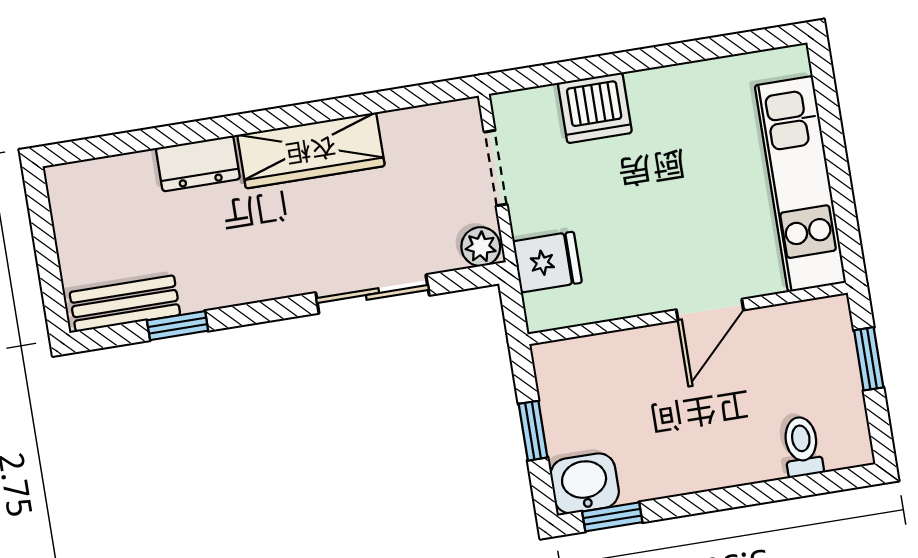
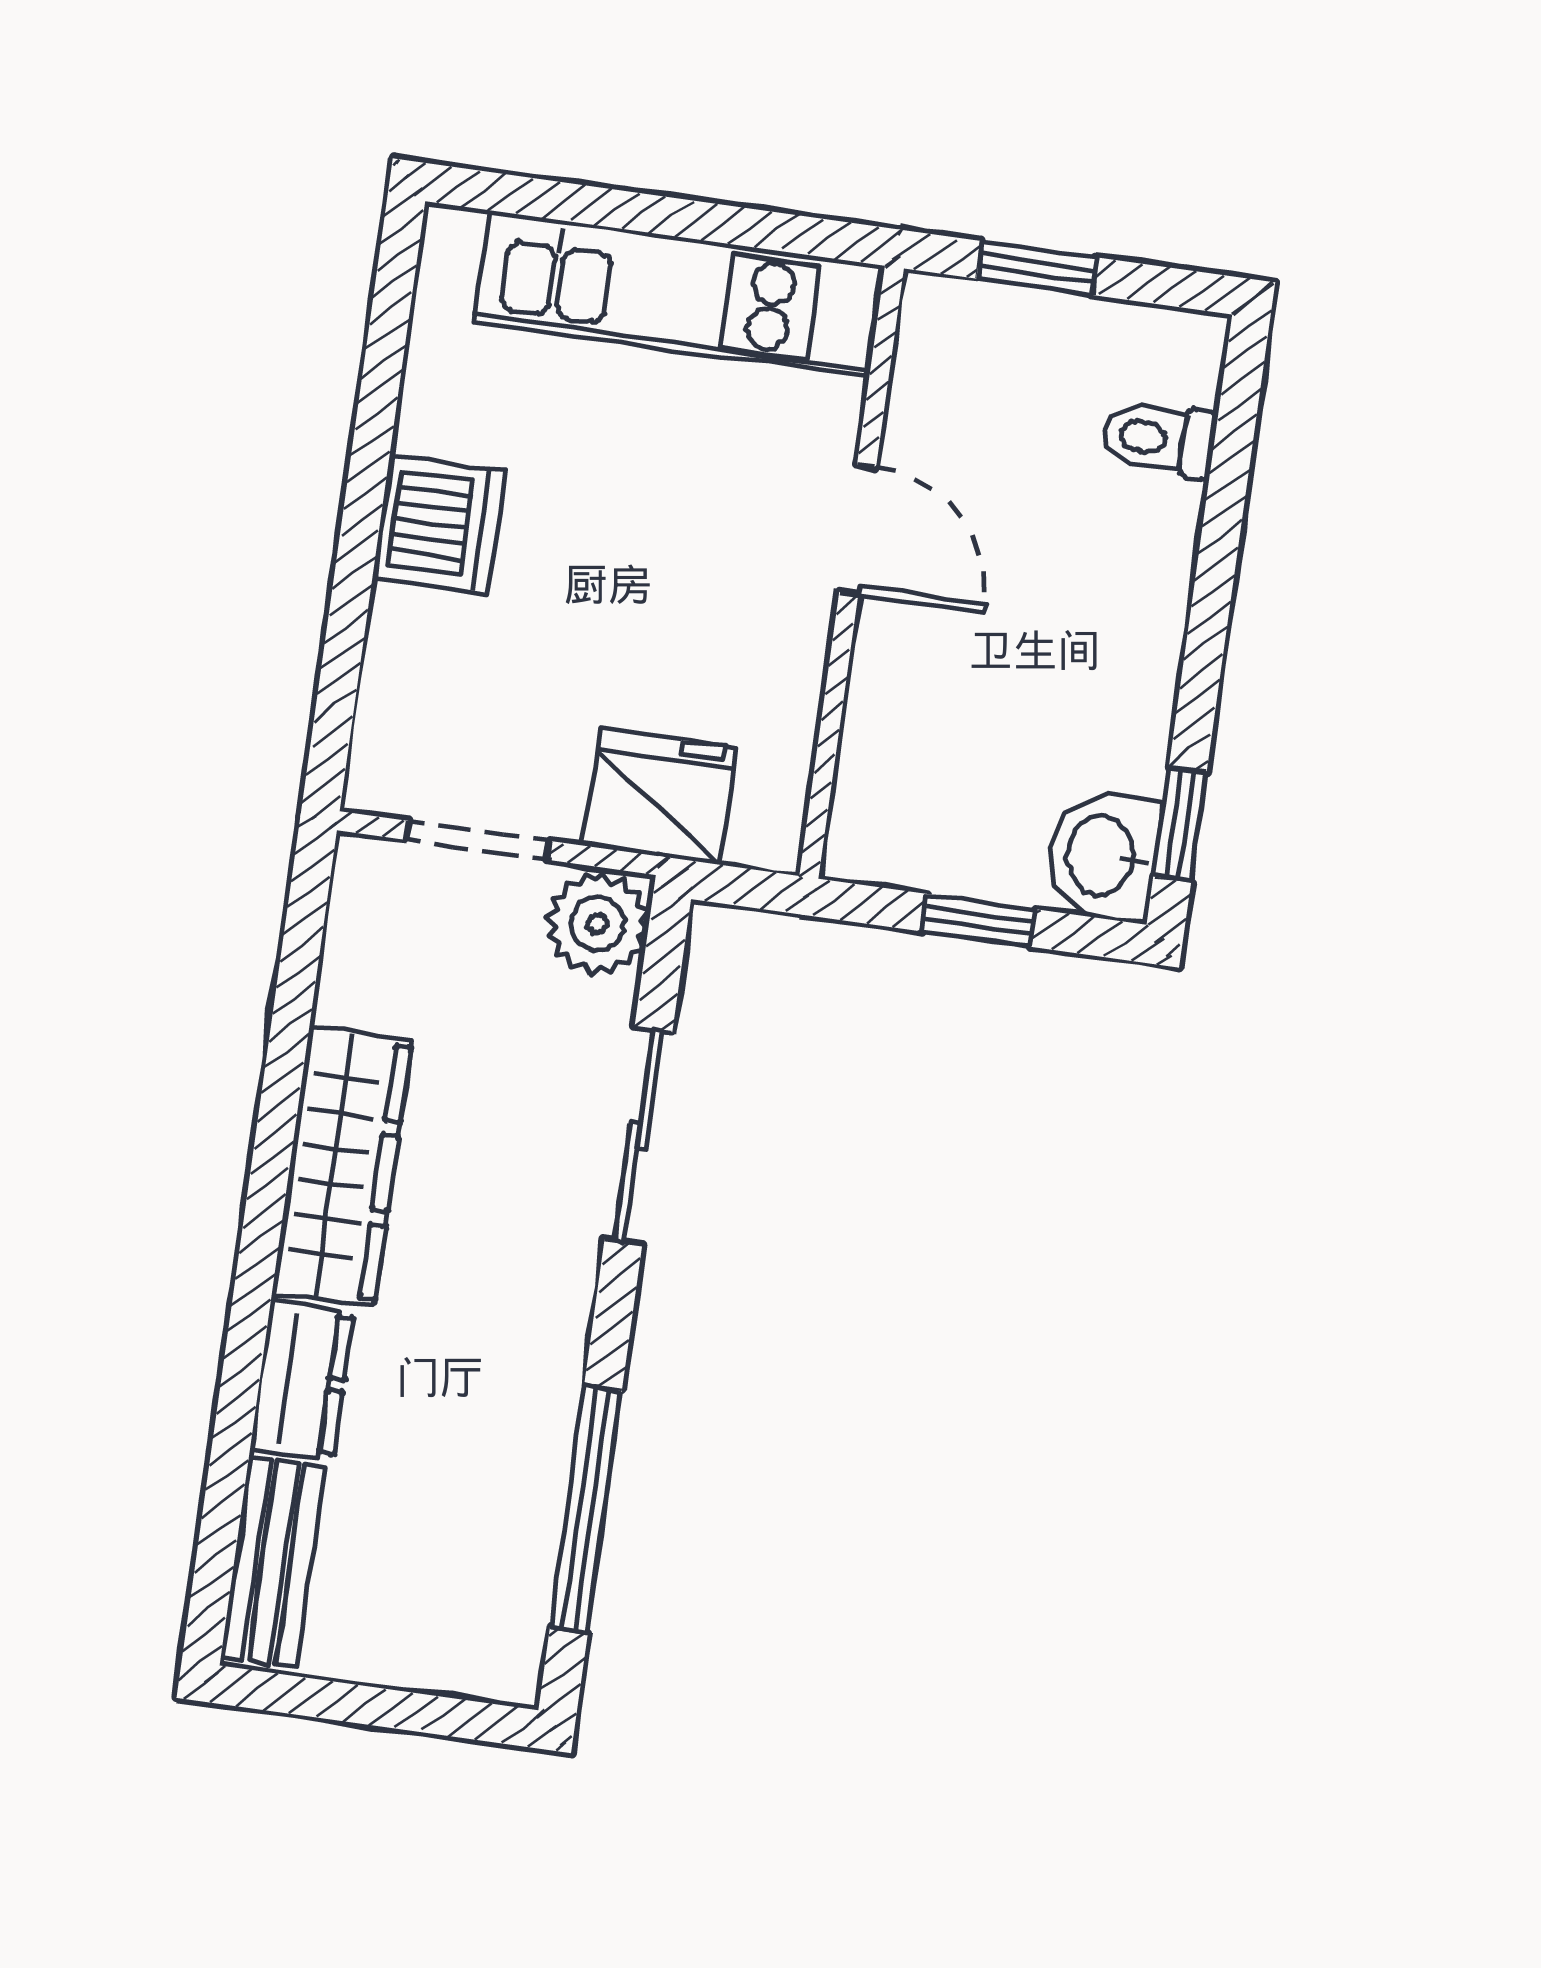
dishwasher: (595, 108) -> (439, 525), moved
plant: (481, 247) -> (598, 924), width x1.38, depth x1.38
fridge: (547, 262) -> (660, 797), width x1.38
bench: (125, 304) -> (273, 1562), moved
window: (178, 326) -> (586, 1509), width x2.17

